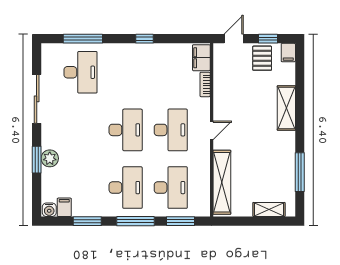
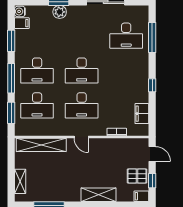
filing cabinet: (201, 58) -> (142, 114), moved, turned -90

